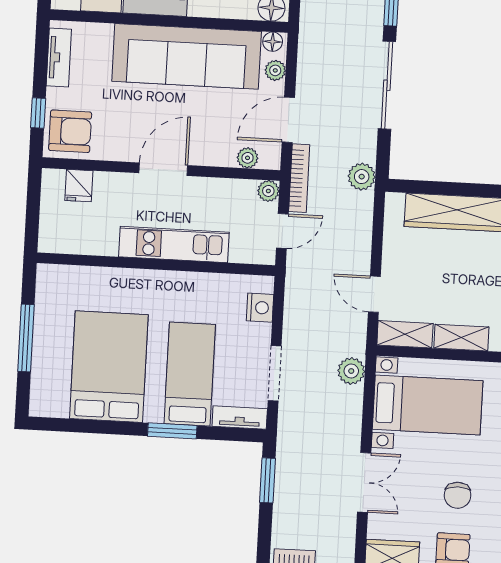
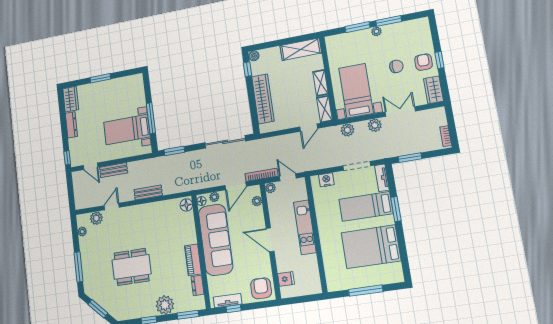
sliding door: (387, 85) -> (225, 142), moved
window: (38, 113) -> (234, 309), moved
door: (288, 120) -> (236, 186), hinge flipped
plant: (362, 177) -> (375, 125), moved

